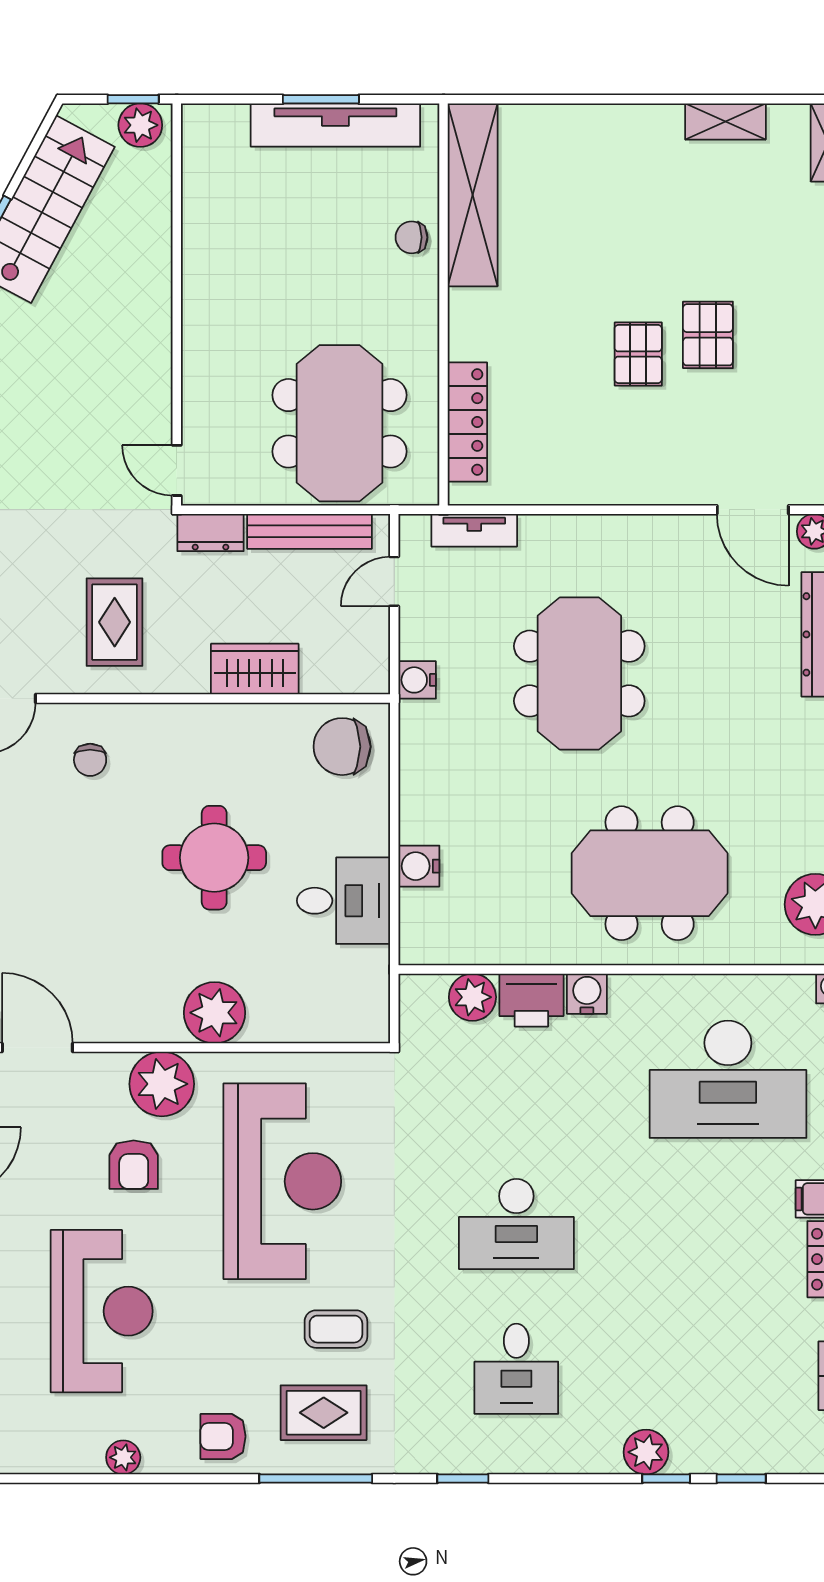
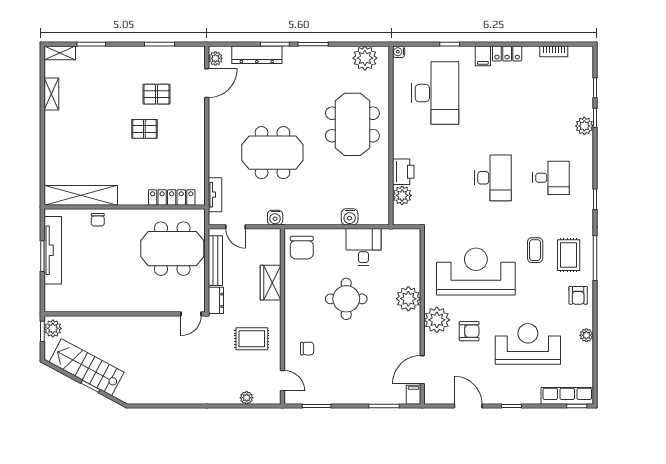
pallet: (708, 335) -> (157, 94), moved
water cooler: (587, 994) -> (401, 150), removed

